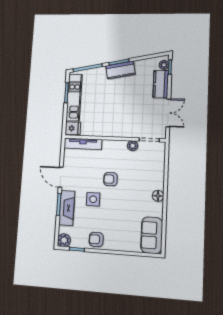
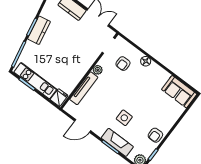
tv unit: (83, 144) -> (84, 88), moved
plant: (133, 146) -> (98, 70), moved
door: (61, 177) -> (83, 126), moved
armchair: (110, 179) -> (123, 64), moved
floor lamp: (158, 196) -> (146, 61), moved

